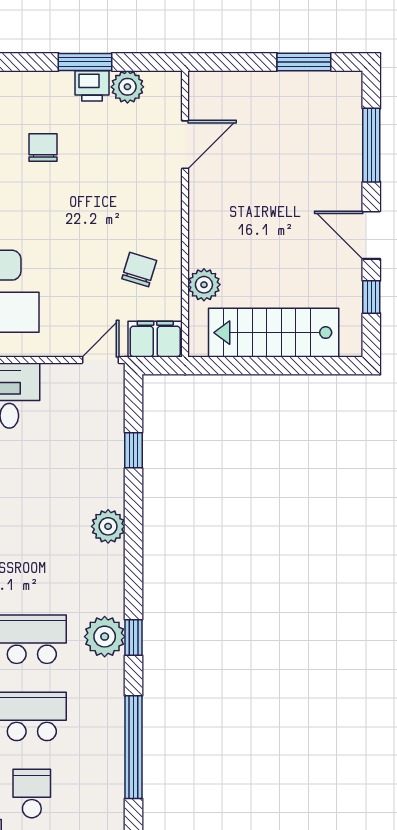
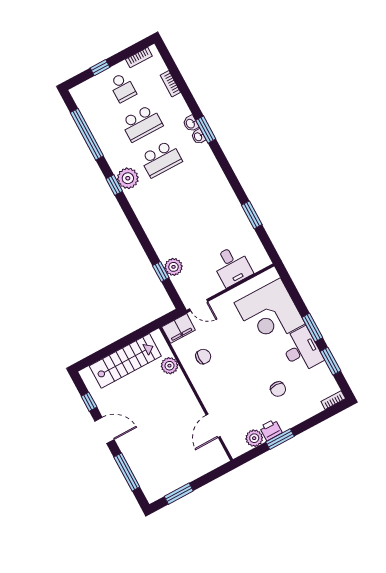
chair: (139, 270) -> (203, 357), turned -107
door: (100, 360) -> (199, 305), hinge flipped
plant: (108, 526) -> (173, 267), moved

